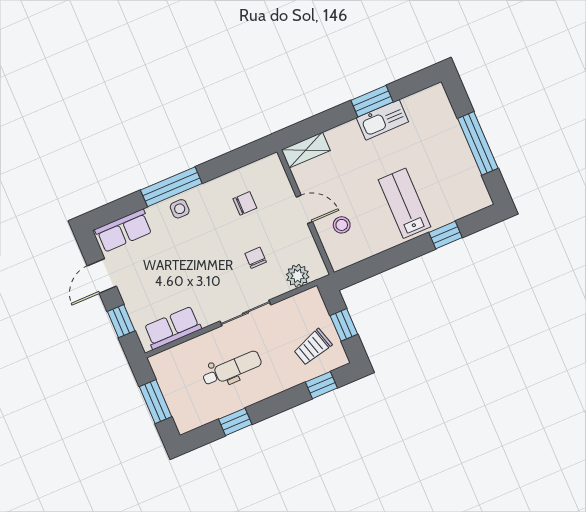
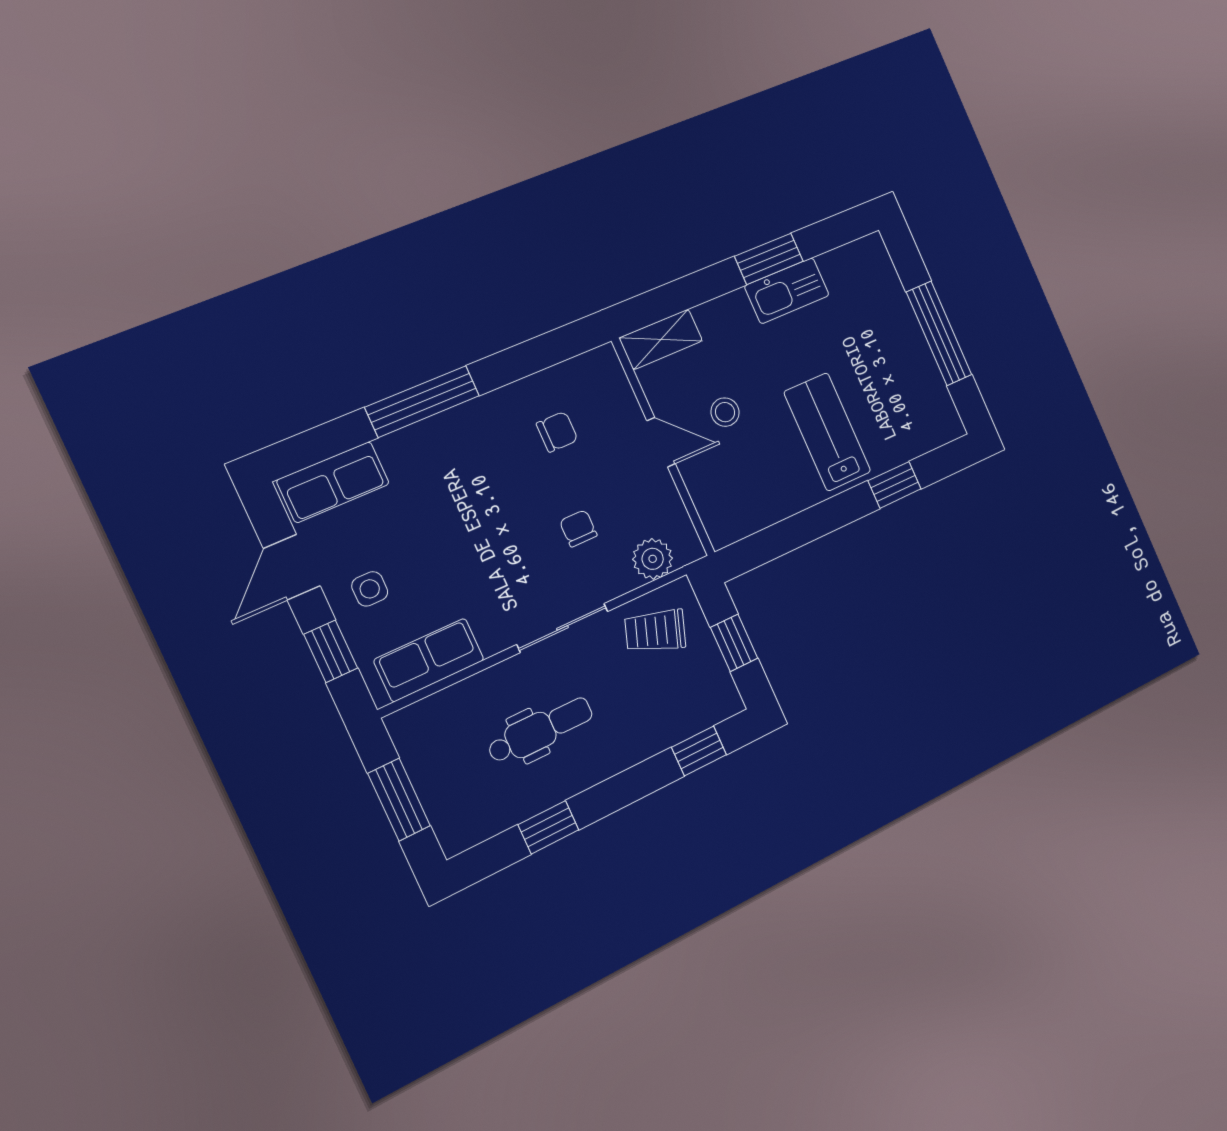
side table: (180, 209) -> (370, 589), moved
stool: (342, 225) -> (725, 412), moved
trolley: (313, 347) -> (655, 631), moved, turned 36

